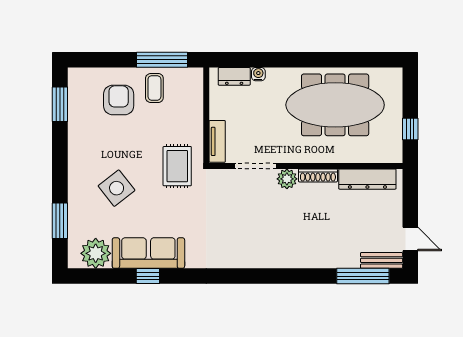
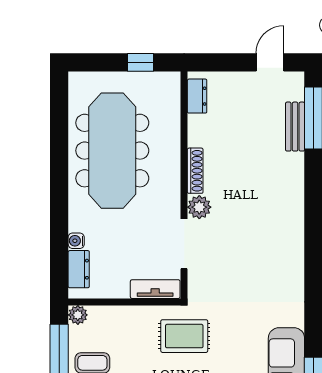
plant: (195, 76) -> (78, 315), added
dresser: (367, 179) -> (197, 96), width x0.51, depth x0.80
bench: (382, 260) -> (295, 127), moved

